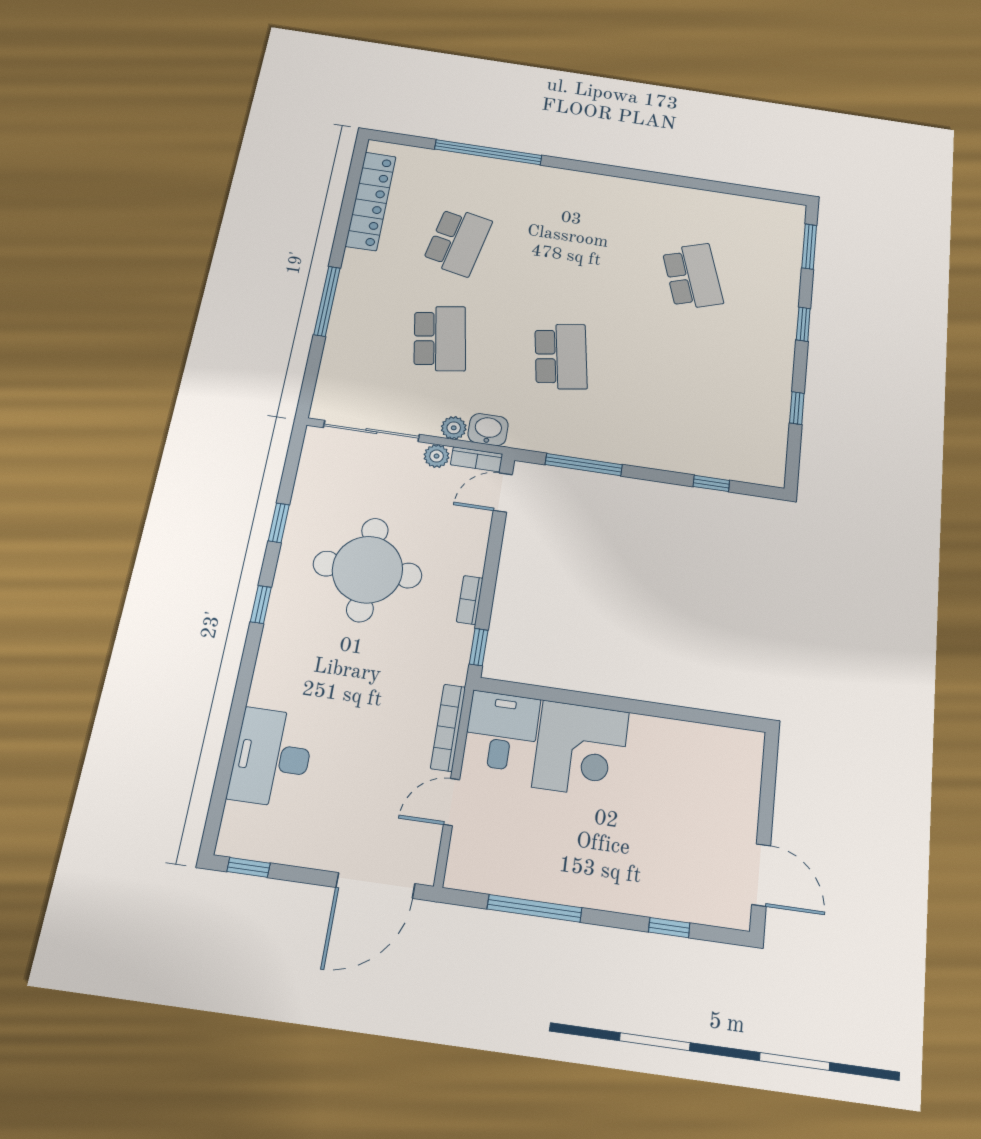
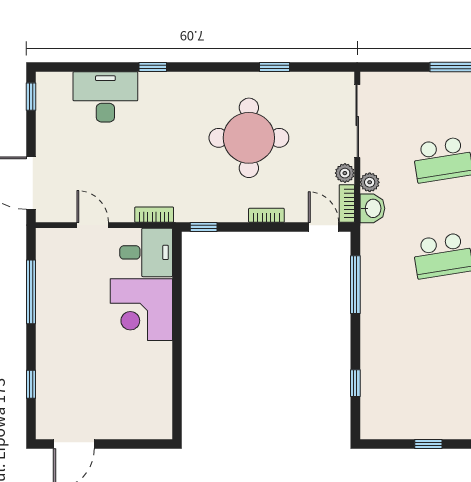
bookcase: (470, 600) -> (266, 215), moved
window: (261, 605) -> (153, 67), moved
bookcase: (448, 728) -> (154, 215), width x0.64

